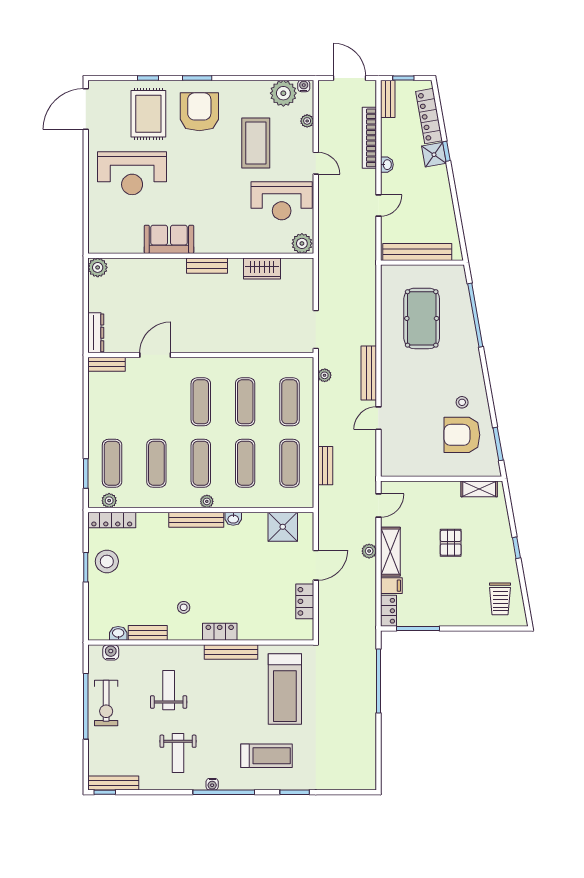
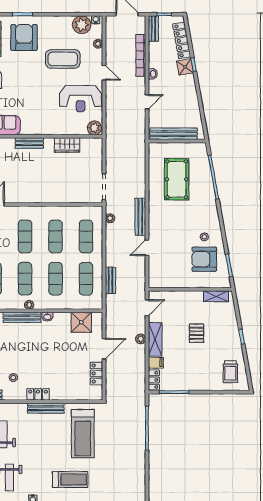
coffee table: (256, 143) -> (63, 59), turned 90

